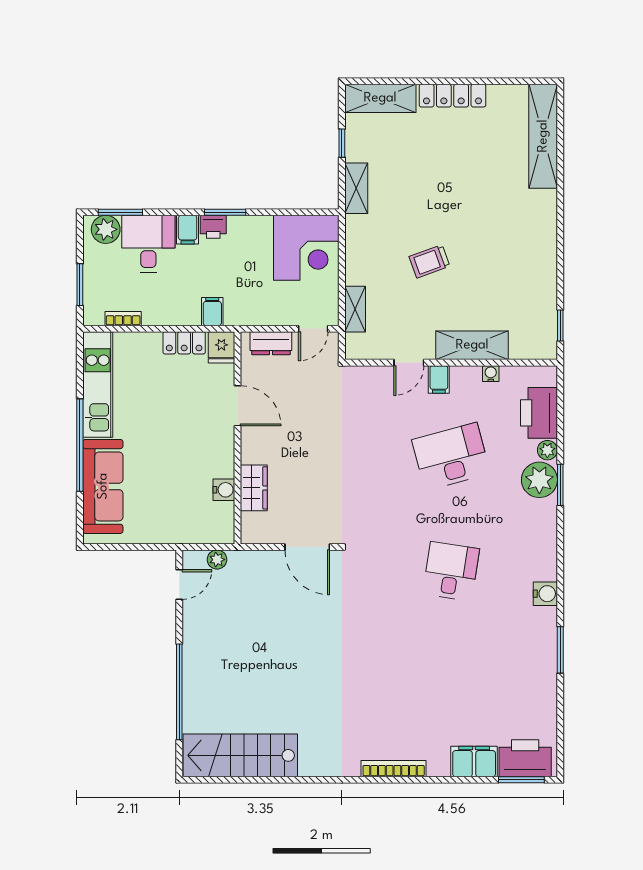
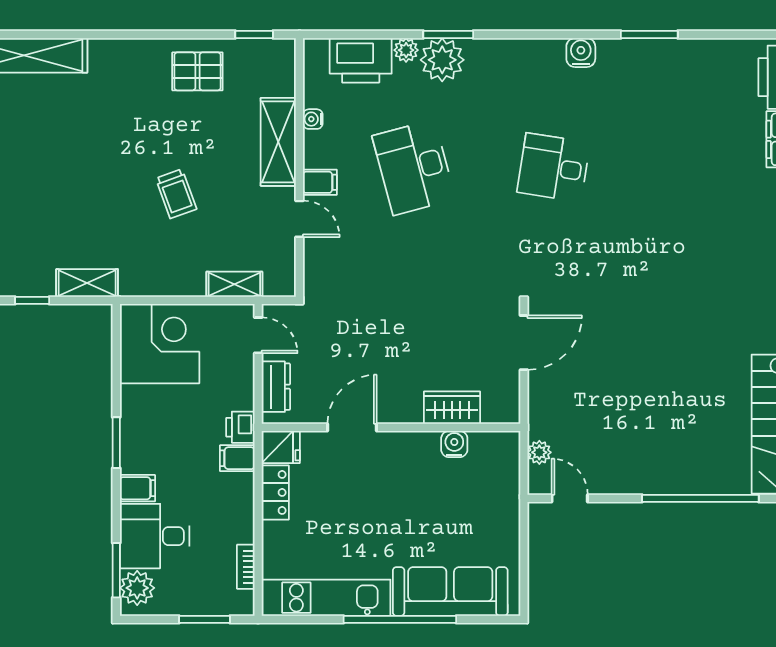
printer: (213, 227) -> (240, 427), moved, turned 180
pallet: (530, 279) -> (197, 71), added

